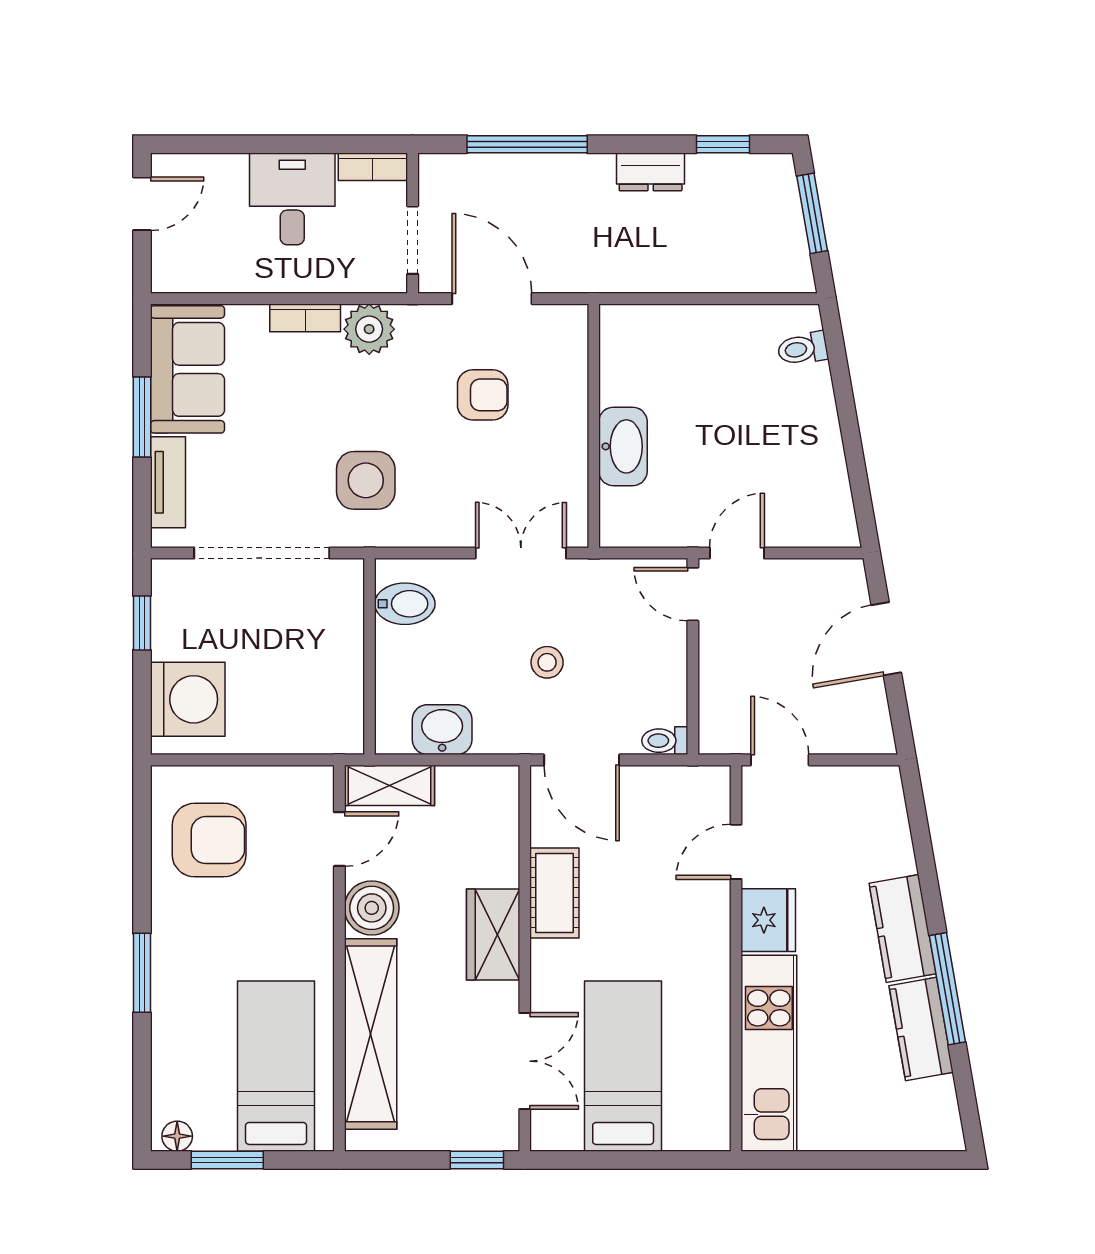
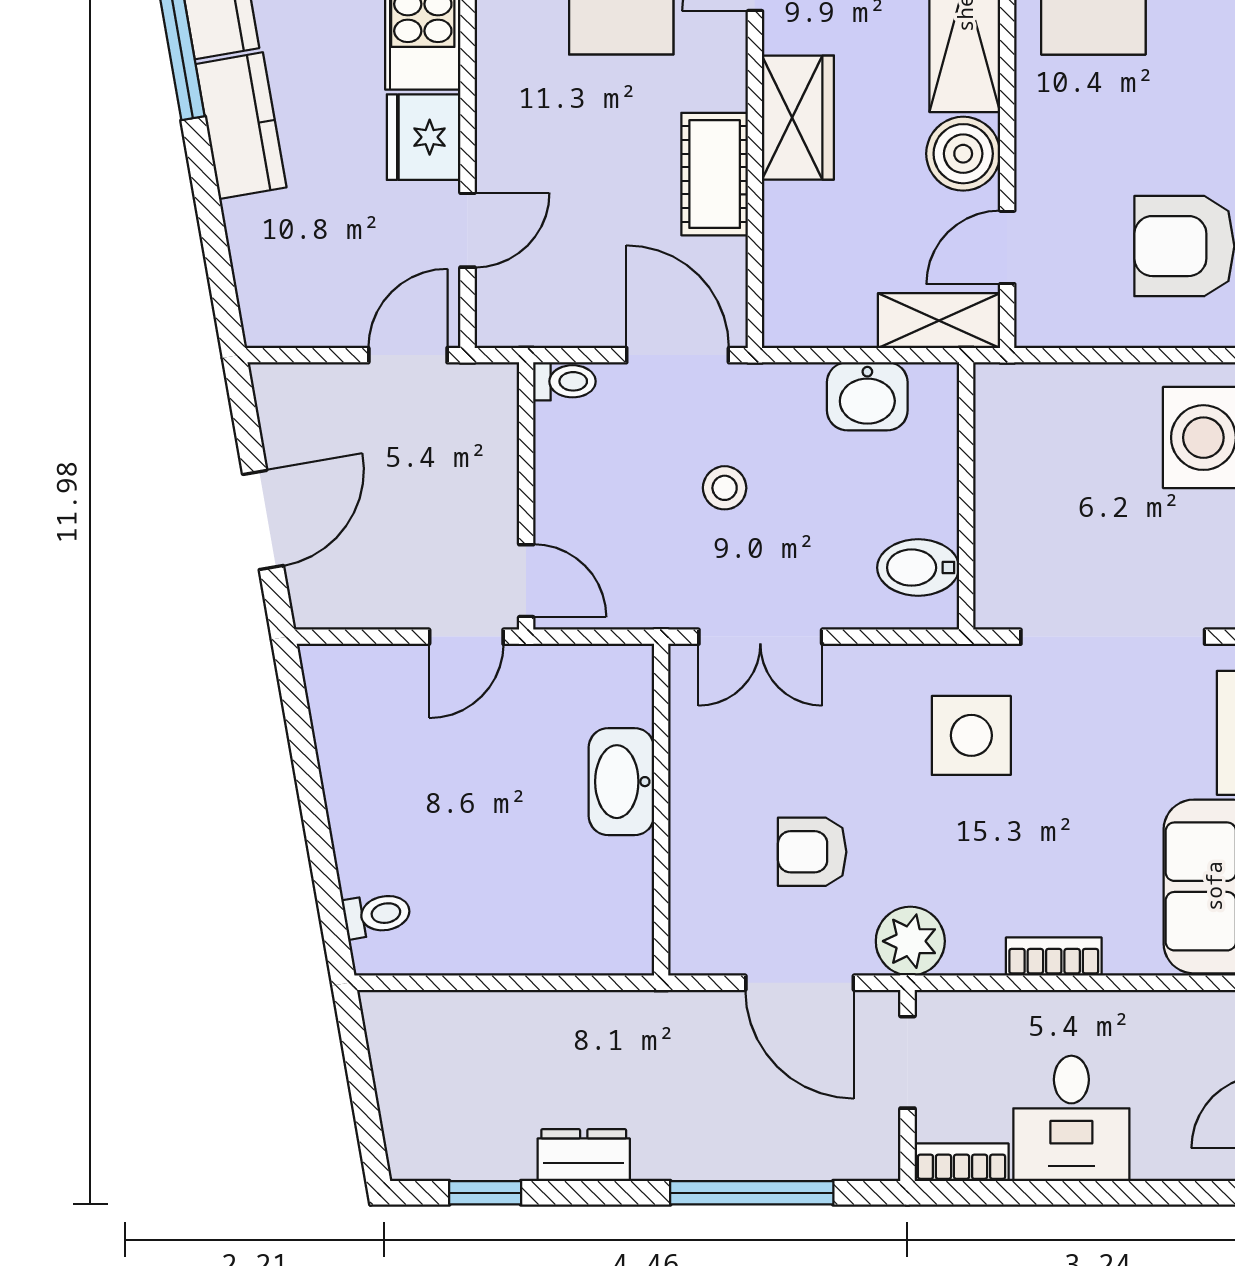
window: (812, 213) -> (364, 1099), removed
plant: (369, 329) -> (910, 941), moved
door: (780, 760) -> (408, 355), swing flipped

